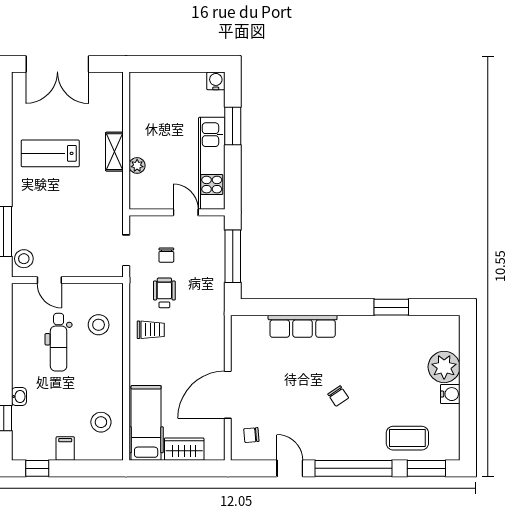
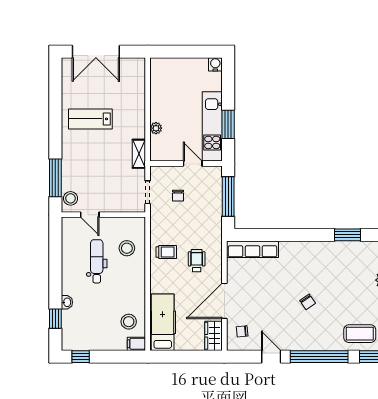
window: (233, 126) -> (228, 124), moved
shelving: (114, 152) -> (139, 154), moved
wheelchair: (164, 293) -> (197, 261), moved
row of seats: (303, 326) -> (252, 249), moved
dental chair: (59, 342) -> (97, 261), turned 180
filing cabinet: (65, 449) -> (136, 344), moved, turned -90
wardrobe: (184, 449) -> (213, 336), moved, turned -90

